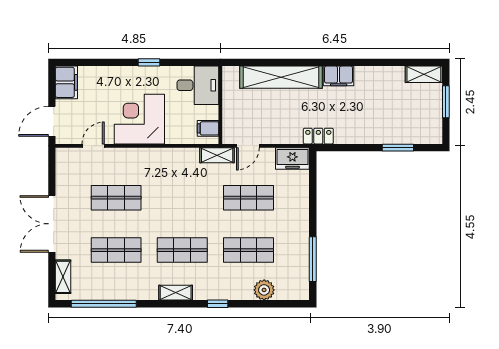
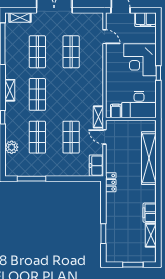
shelving: (424, 74) -> (151, 235), moved
filing cabinet: (339, 76) -> (150, 213), moved
desk: (198, 85) -> (139, 104), width x1.37
corner desk: (139, 119) -> (140, 60), moved, turned 180

